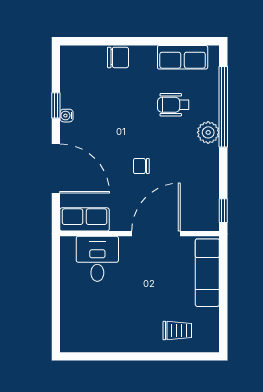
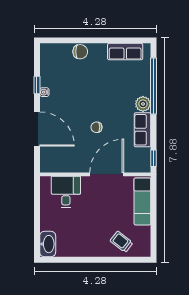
wheelchair: (173, 105) -> (119, 85), removed
row of seats: (85, 219) -> (143, 130), moved, turned -90
trolley: (177, 331) -> (121, 242), turned -142
washbasin: (71, 334) -> (48, 244), added

